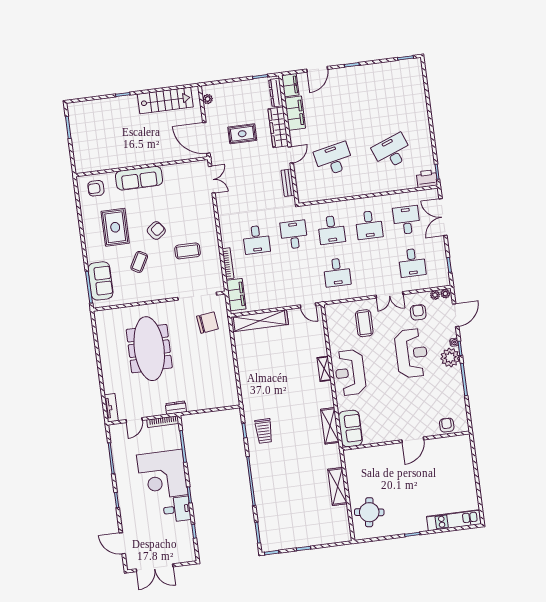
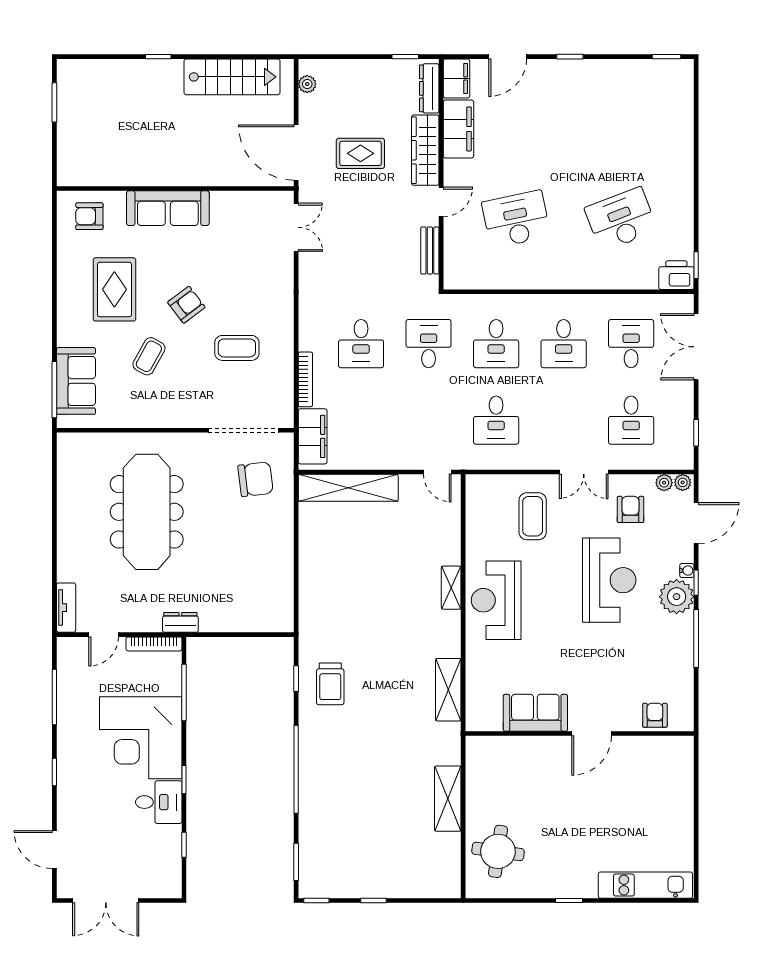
sofa: (350, 429) -> (535, 713), moved, turned -90

